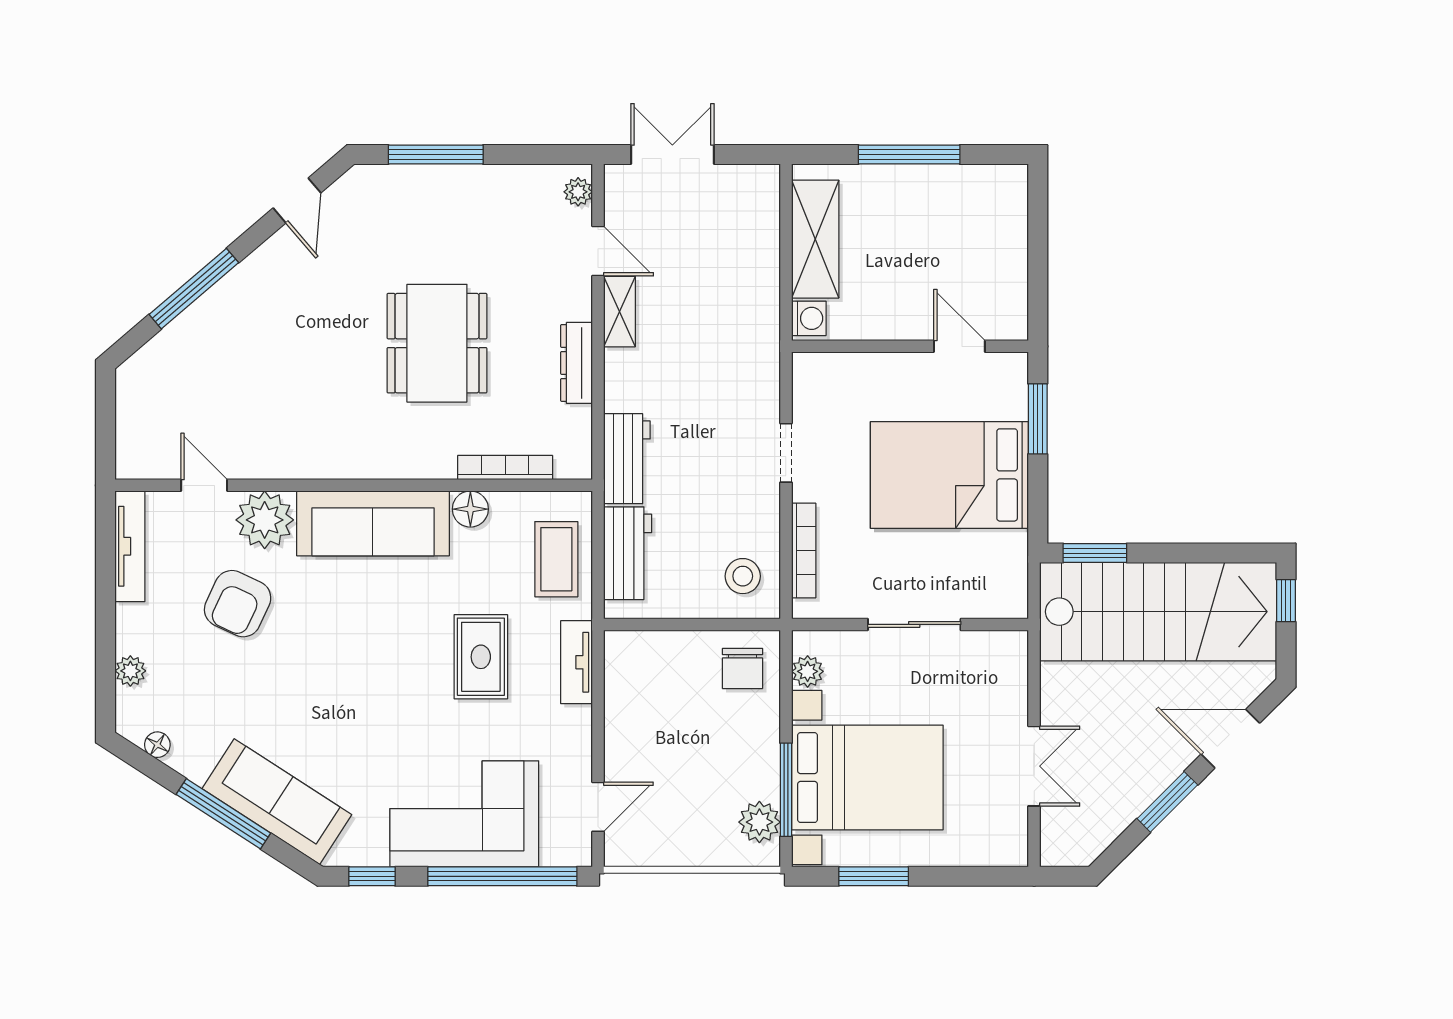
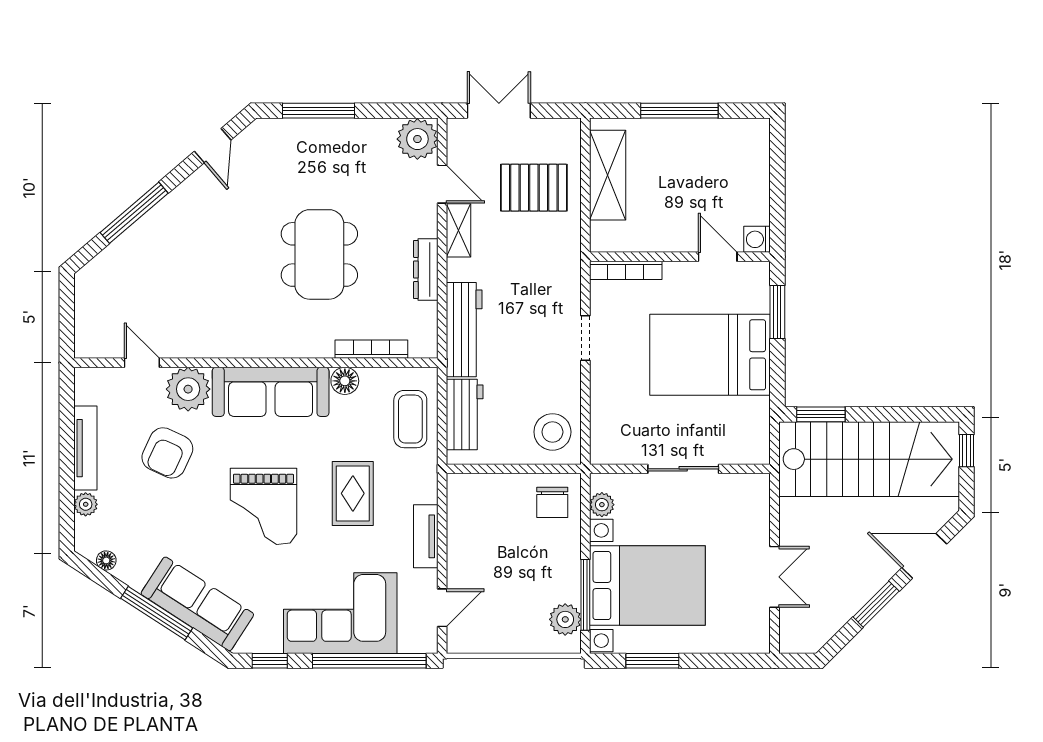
plant: (578, 192) -> (417, 139), width x1.88, depth x1.88
pallet: (718, 256) -> (534, 188), added
washing machine: (809, 318) -> (757, 239), moved, turned 180
workbench: (627, 459) -> (464, 330), width x1.38
tv unit: (130, 546) -> (85, 448), moved
bookcase: (804, 550) -> (626, 270), moved, turned 90
stool: (743, 576) -> (552, 432), width x1.38, depth x1.38
tv unit: (577, 662) -> (426, 536), moved
grand piano: (364, 674) -> (263, 506), added

